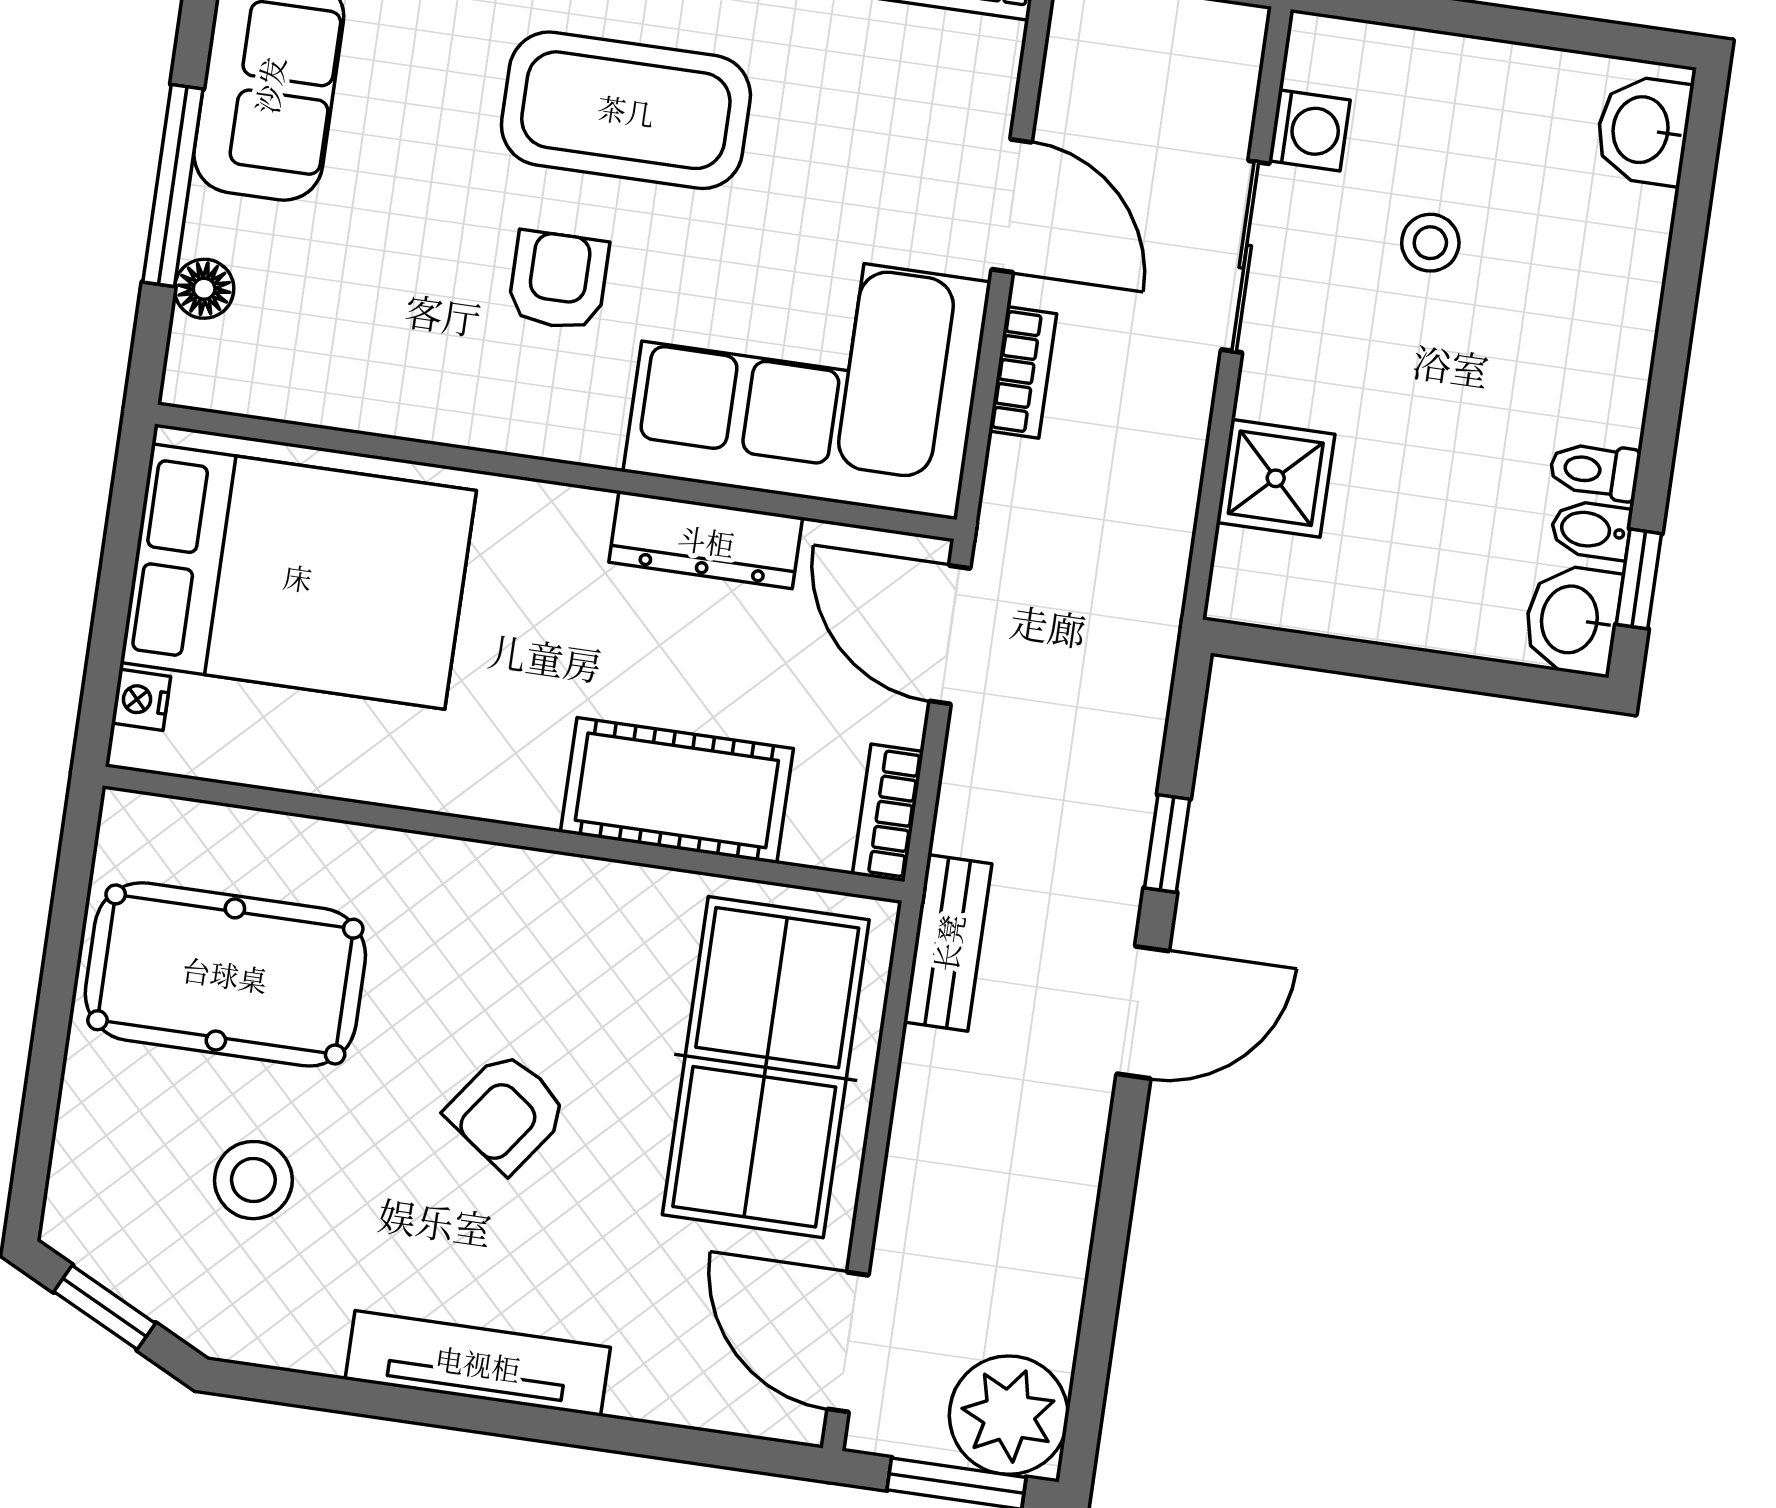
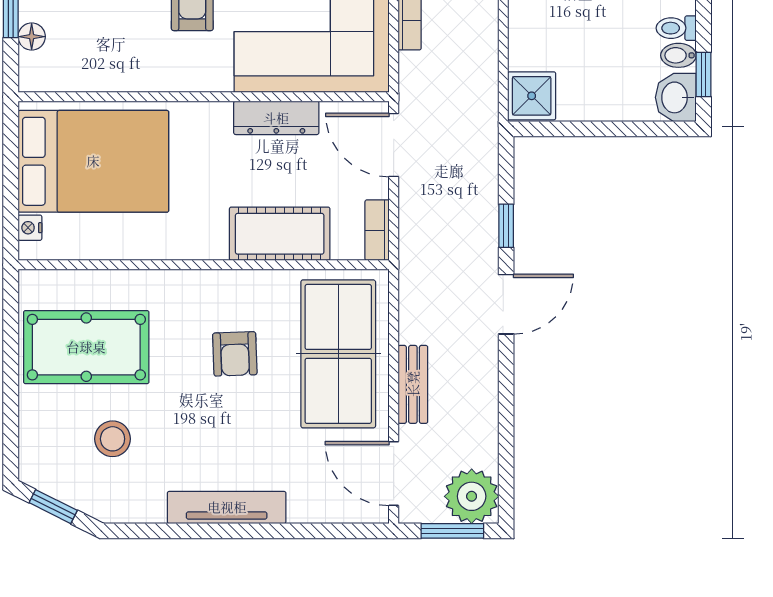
shower: (1276, 478) -> (532, 96), moved
bench: (948, 943) -> (413, 384), moved
armchair: (507, 1112) -> (235, 354), moved, turned -38

